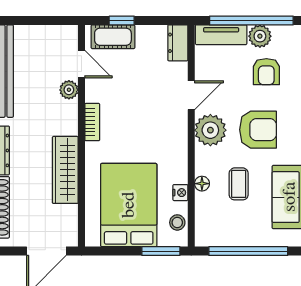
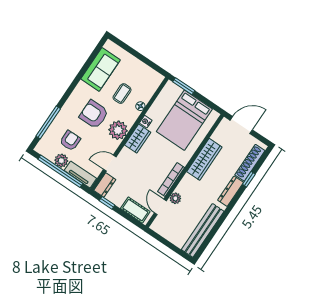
window: (122, 20) -> (107, 203), moved
door: (191, 95) -> (110, 163), moved
bookcase: (92, 122) -> (171, 180), width x1.56
wardrobe: (176, 137) -> (138, 139), added
nightstand: (180, 193) -> (146, 122), moved
stool: (177, 222) -> (166, 95), removed
window: (248, 251) -> (140, 57), removed

